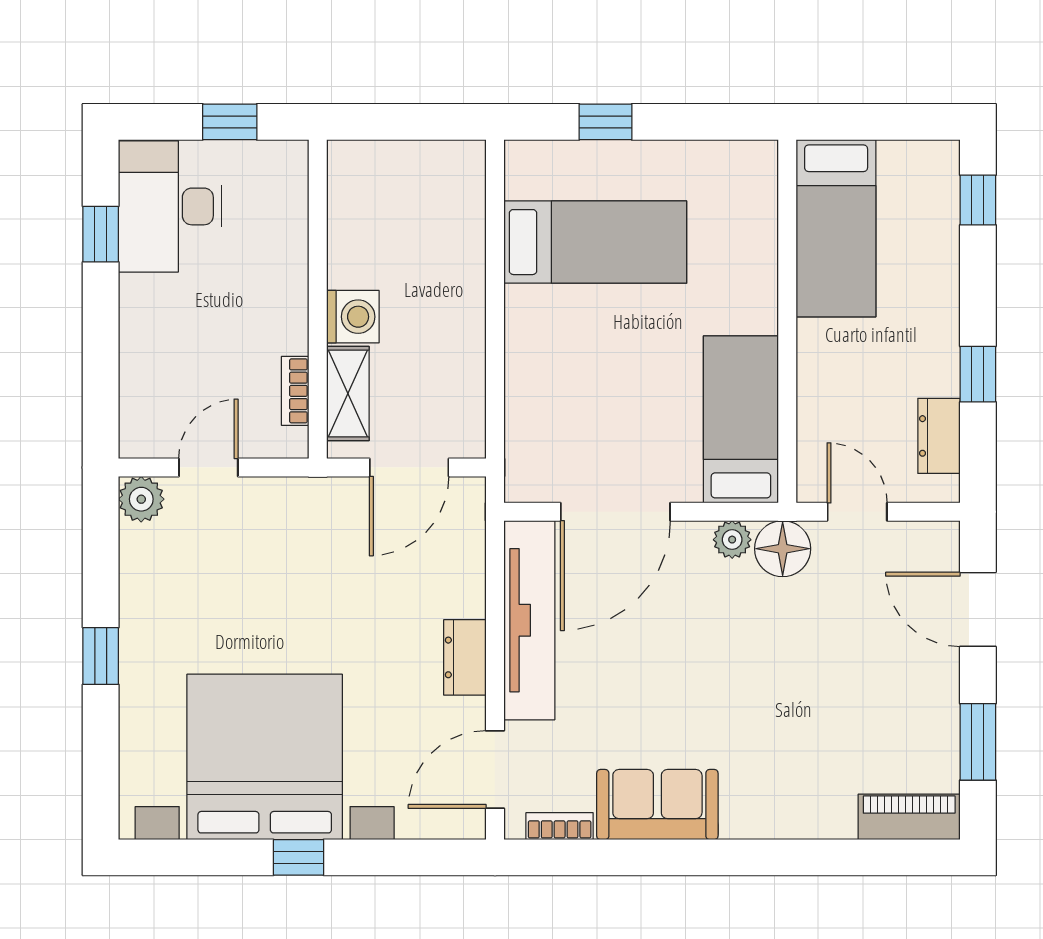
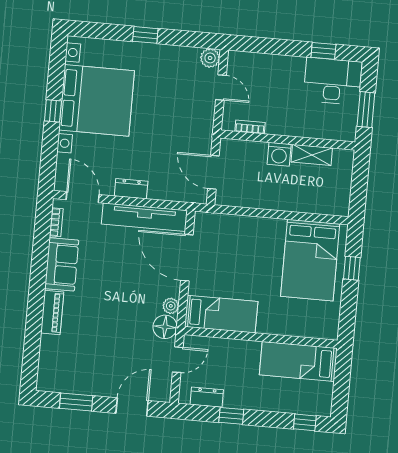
window: (230, 122) -> (366, 110), width x1.50
bed: (595, 242) -> (310, 260), width x1.50
shelving: (348, 394) -> (312, 155), moved
piano: (909, 817) -> (52, 312), moved

